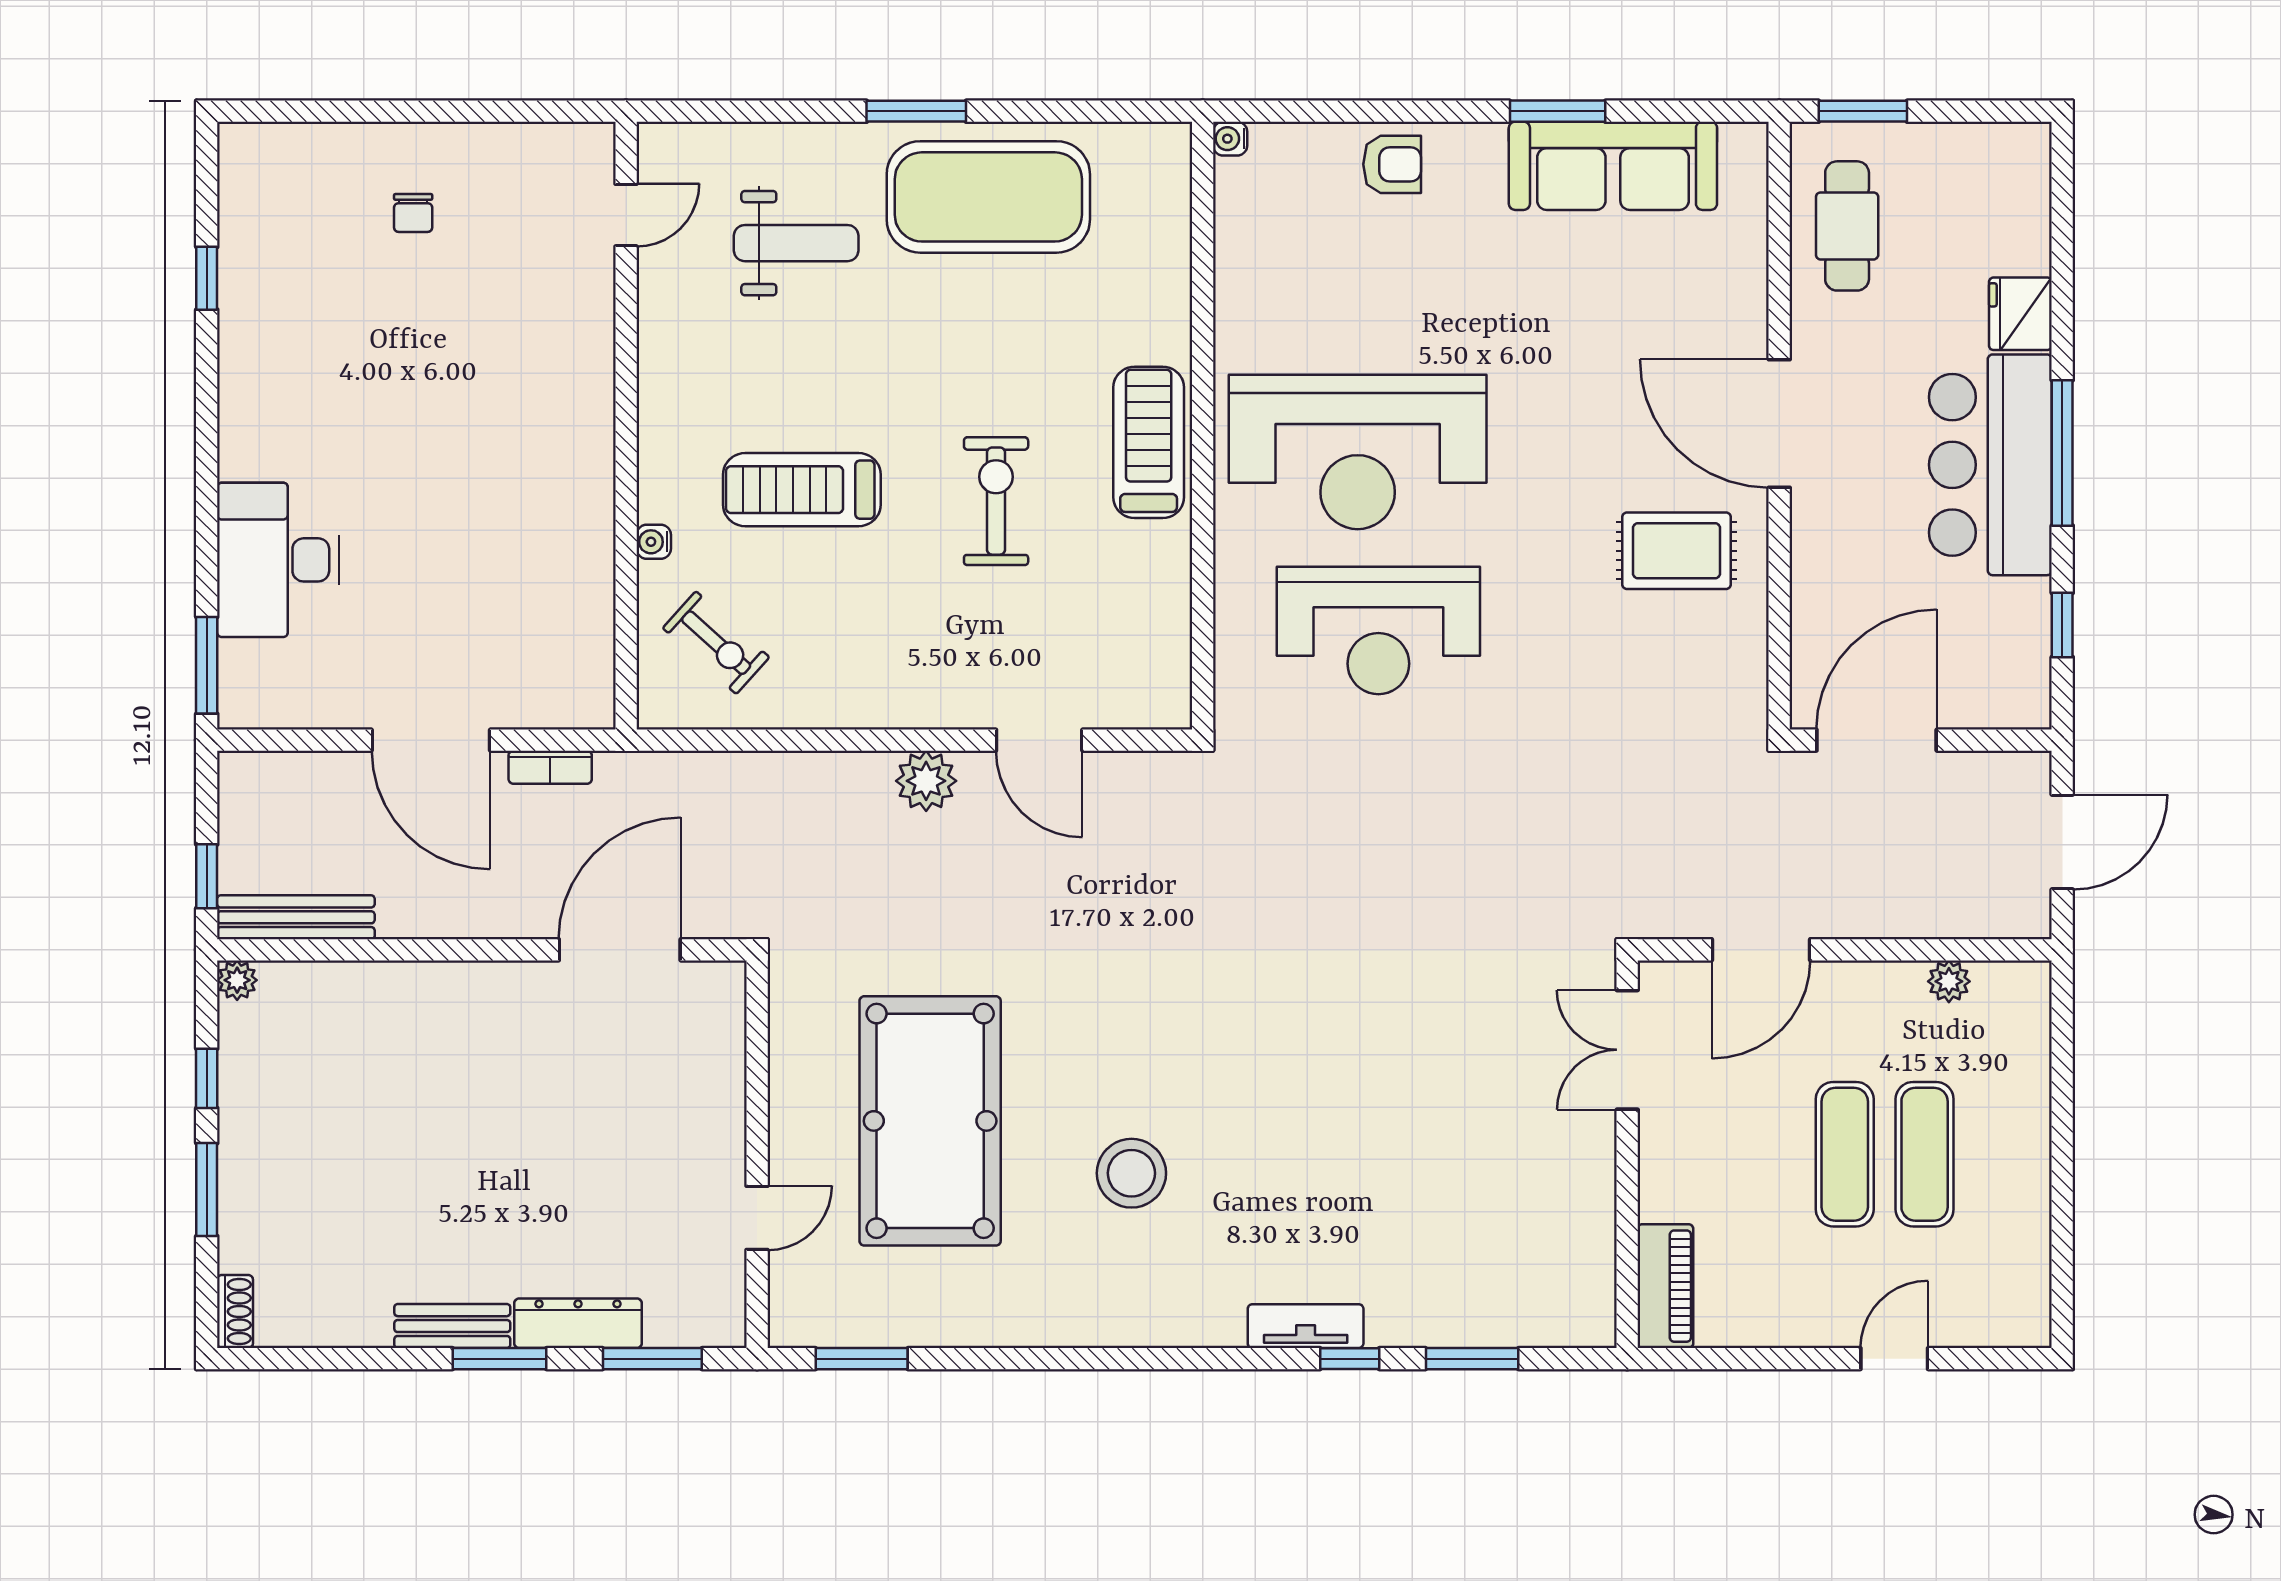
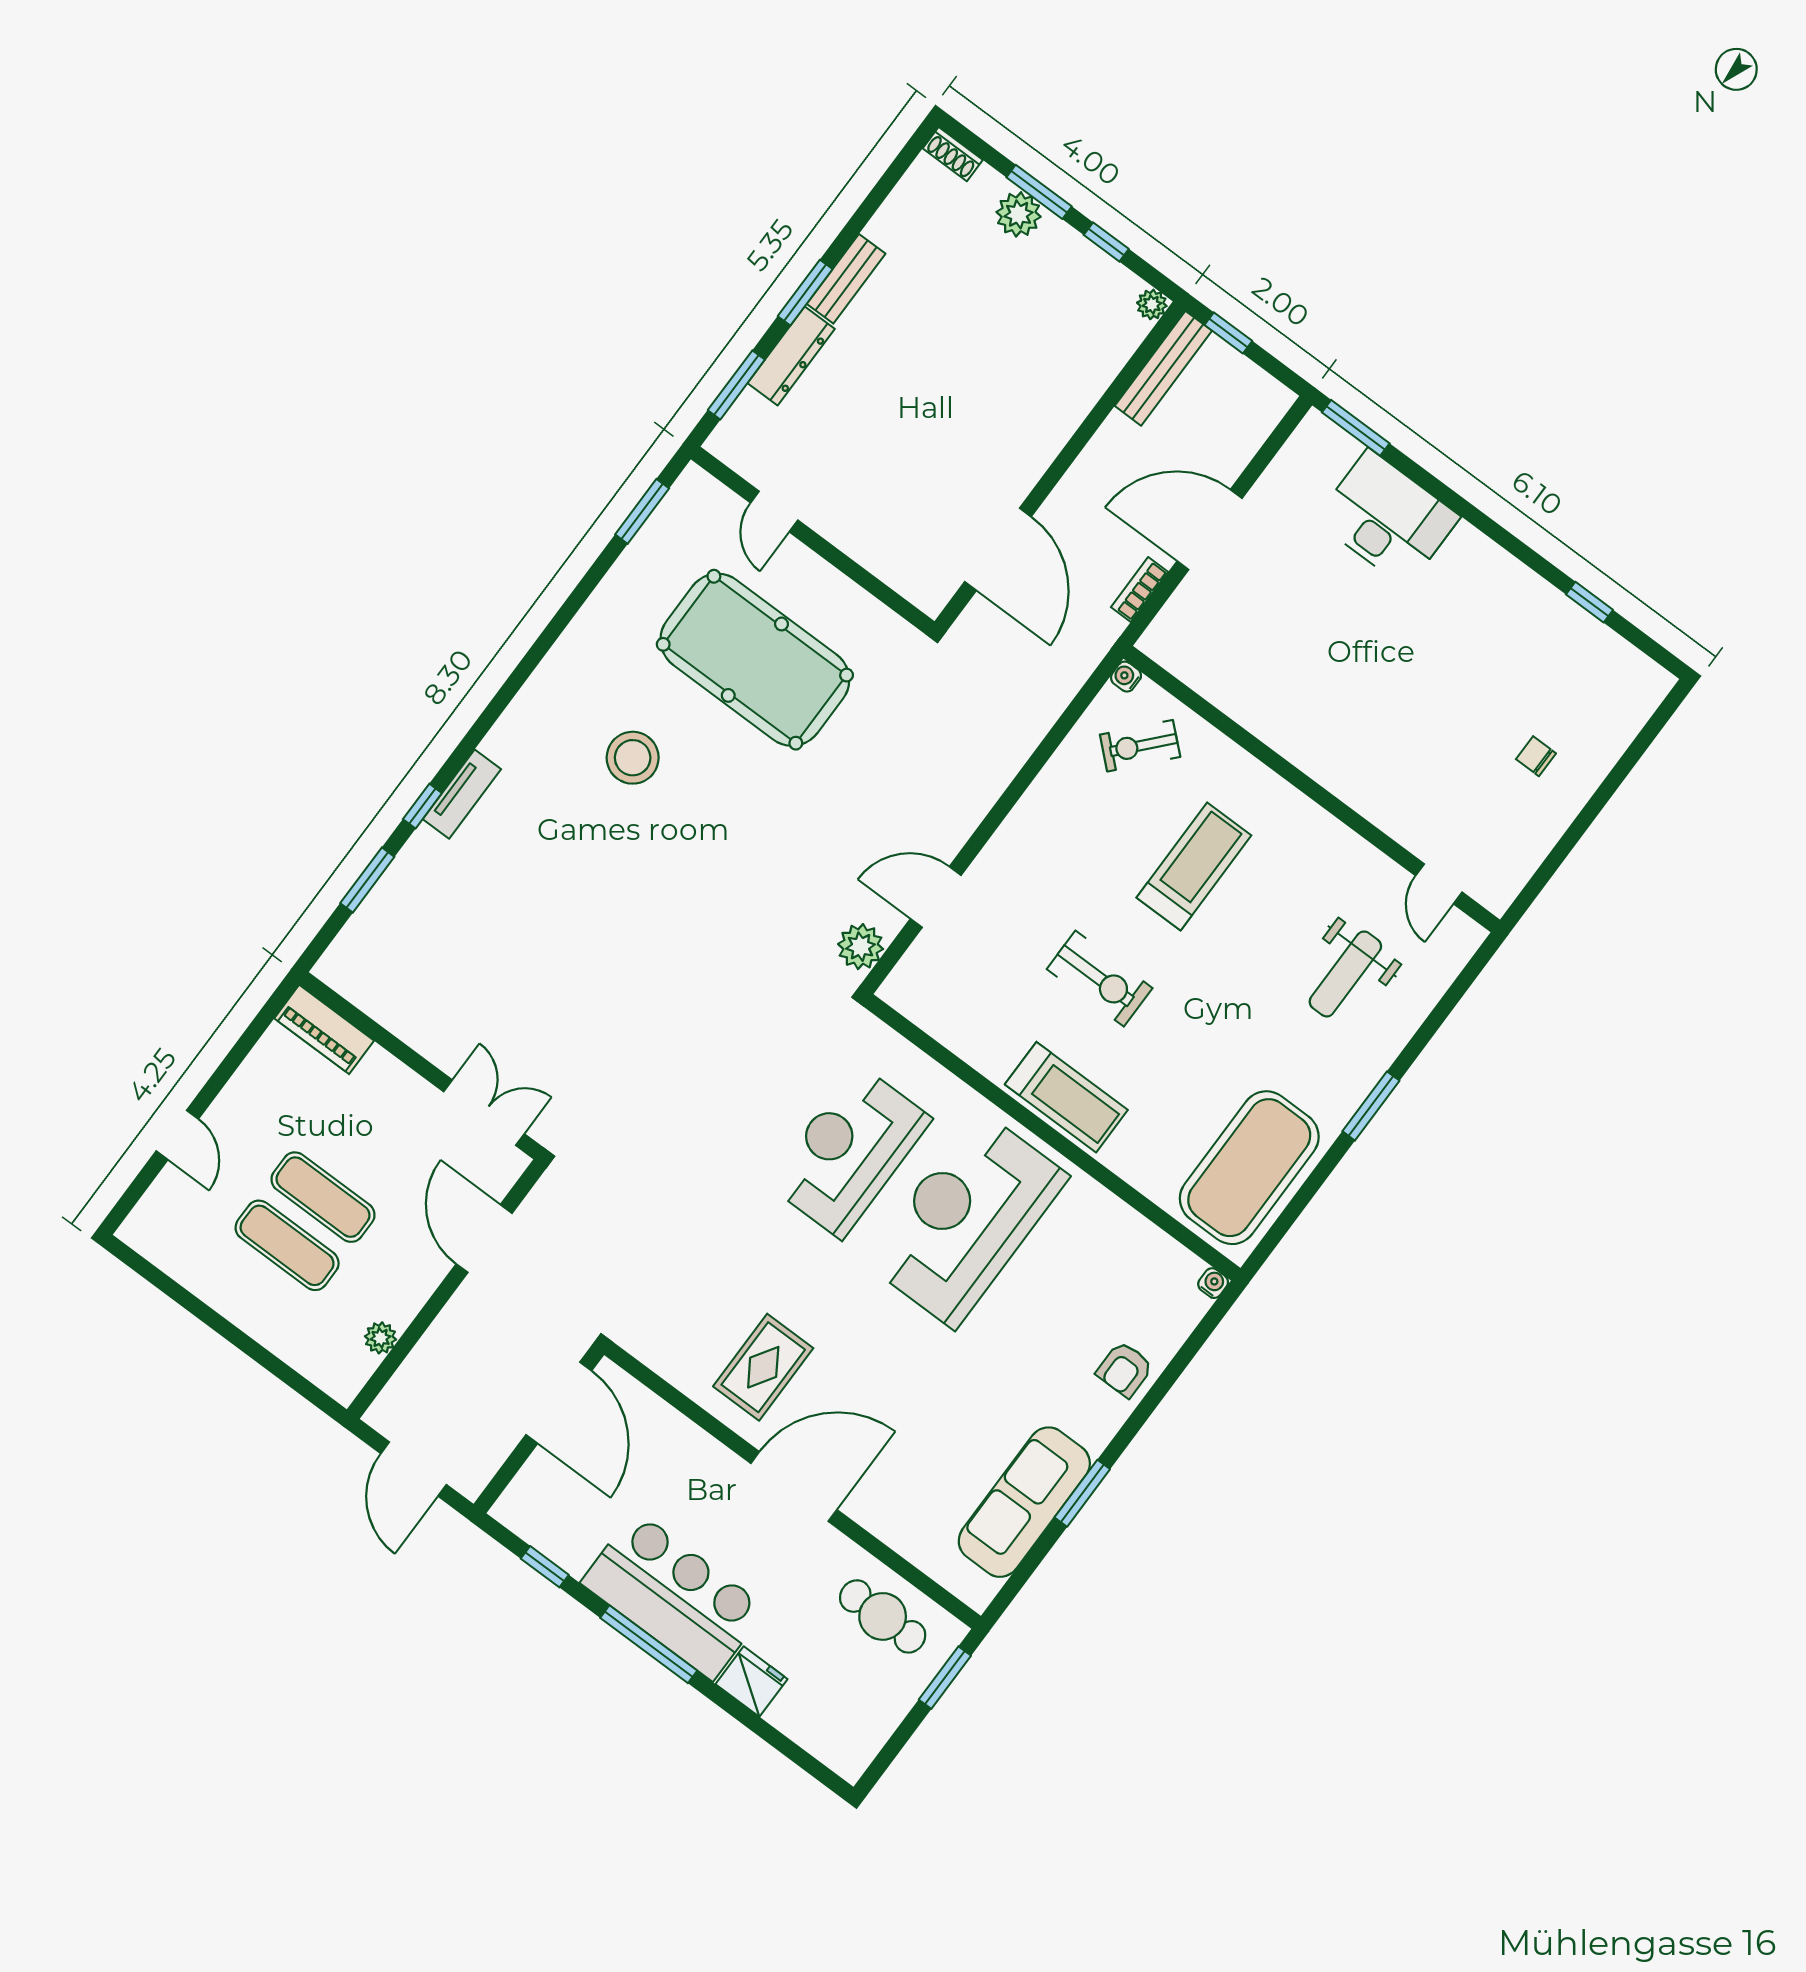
exercise mat: (988, 197) -> (1249, 1168), moved
water cooler: (654, 542) -> (1126, 677), moved, turned -90
plant: (926, 781) -> (861, 947), moved
plant: (247, 1194) -> (1019, 214), added

